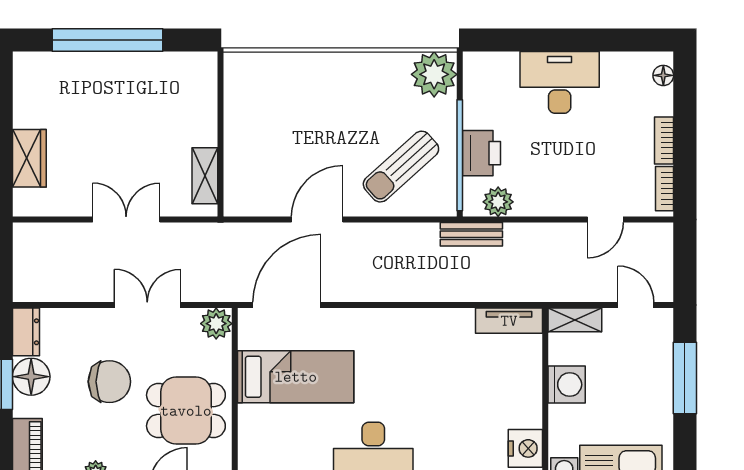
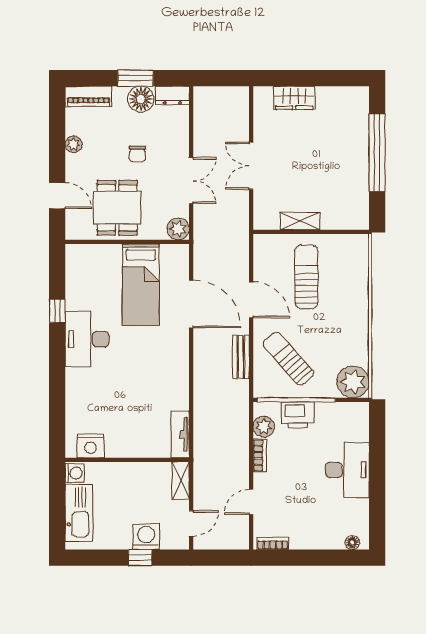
bookcase: (664, 140) -> (260, 455), moved, turned 90
sun lounger: (284, 141) -> (306, 277), added
shelving: (205, 176) -> (300, 221), moved
double door: (126, 220) -> (251, 166), swing flipped
door: (605, 220) -> (251, 502), hinge flipped
bench: (471, 234) -> (241, 357), moved
door: (287, 305) -> (191, 304), moved
window: (685, 378) -> (140, 558), width x0.46
chair: (109, 382) -> (137, 154), width x0.54, depth x0.54
washing machine: (567, 385) -> (146, 537), moved, turned 180

